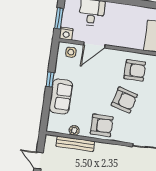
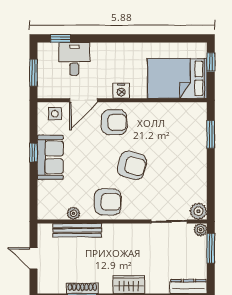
nightstand: (66, 34) -> (121, 91), moved
armchair: (135, 70) -> (114, 122), moved
sofa: (61, 96) -> (50, 157), moved

